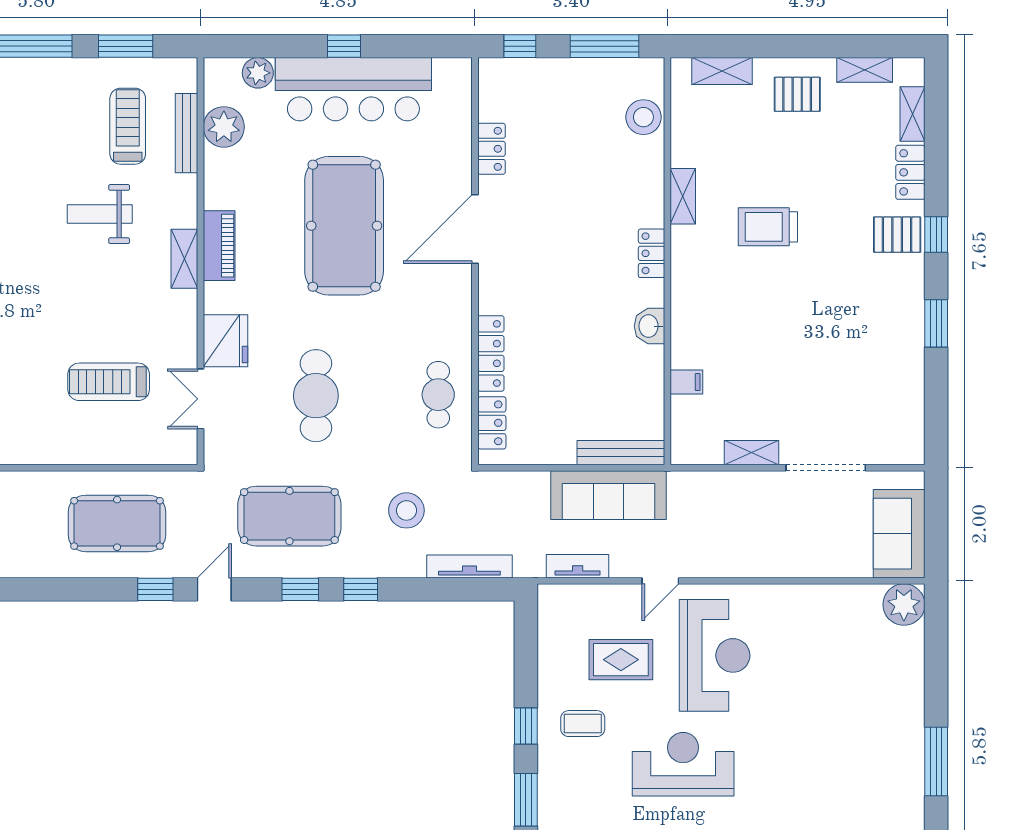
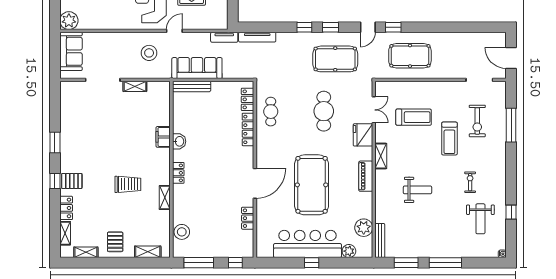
pallet: (797, 94) -> (115, 242), turned 90
treadmill: (128, 126) -> (449, 139), moved
bench: (187, 133) -> (380, 241), moved
shelving: (184, 259) -> (381, 156), moved
filing cabinet: (686, 382) -> (163, 137), moved, width x2.00
stool: (406, 510) -> (149, 53), moved
tv unit: (578, 566) -> (224, 37), moved

